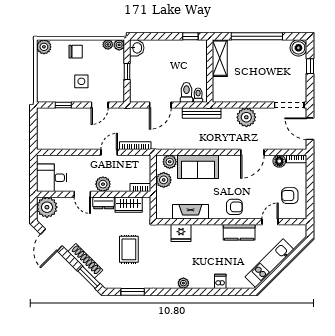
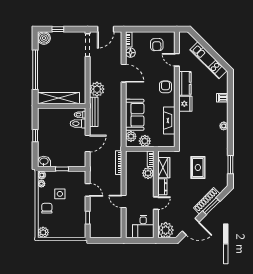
window: (190, 36) -> (35, 136), moved
shelving: (220, 58) -> (58, 98), width x1.47
side table: (81, 81) -> (60, 194), moved
door: (160, 105) -> (88, 144), hinge flipped
plant: (246, 117) -> (97, 89), moved
door: (109, 152) -> (124, 201), moved
plant: (103, 184) -> (148, 173), moved
fridge: (181, 233) -> (185, 104), moved
rug: (129, 249) -> (198, 168), turned 90
window: (89, 277) -> (211, 206), moved

